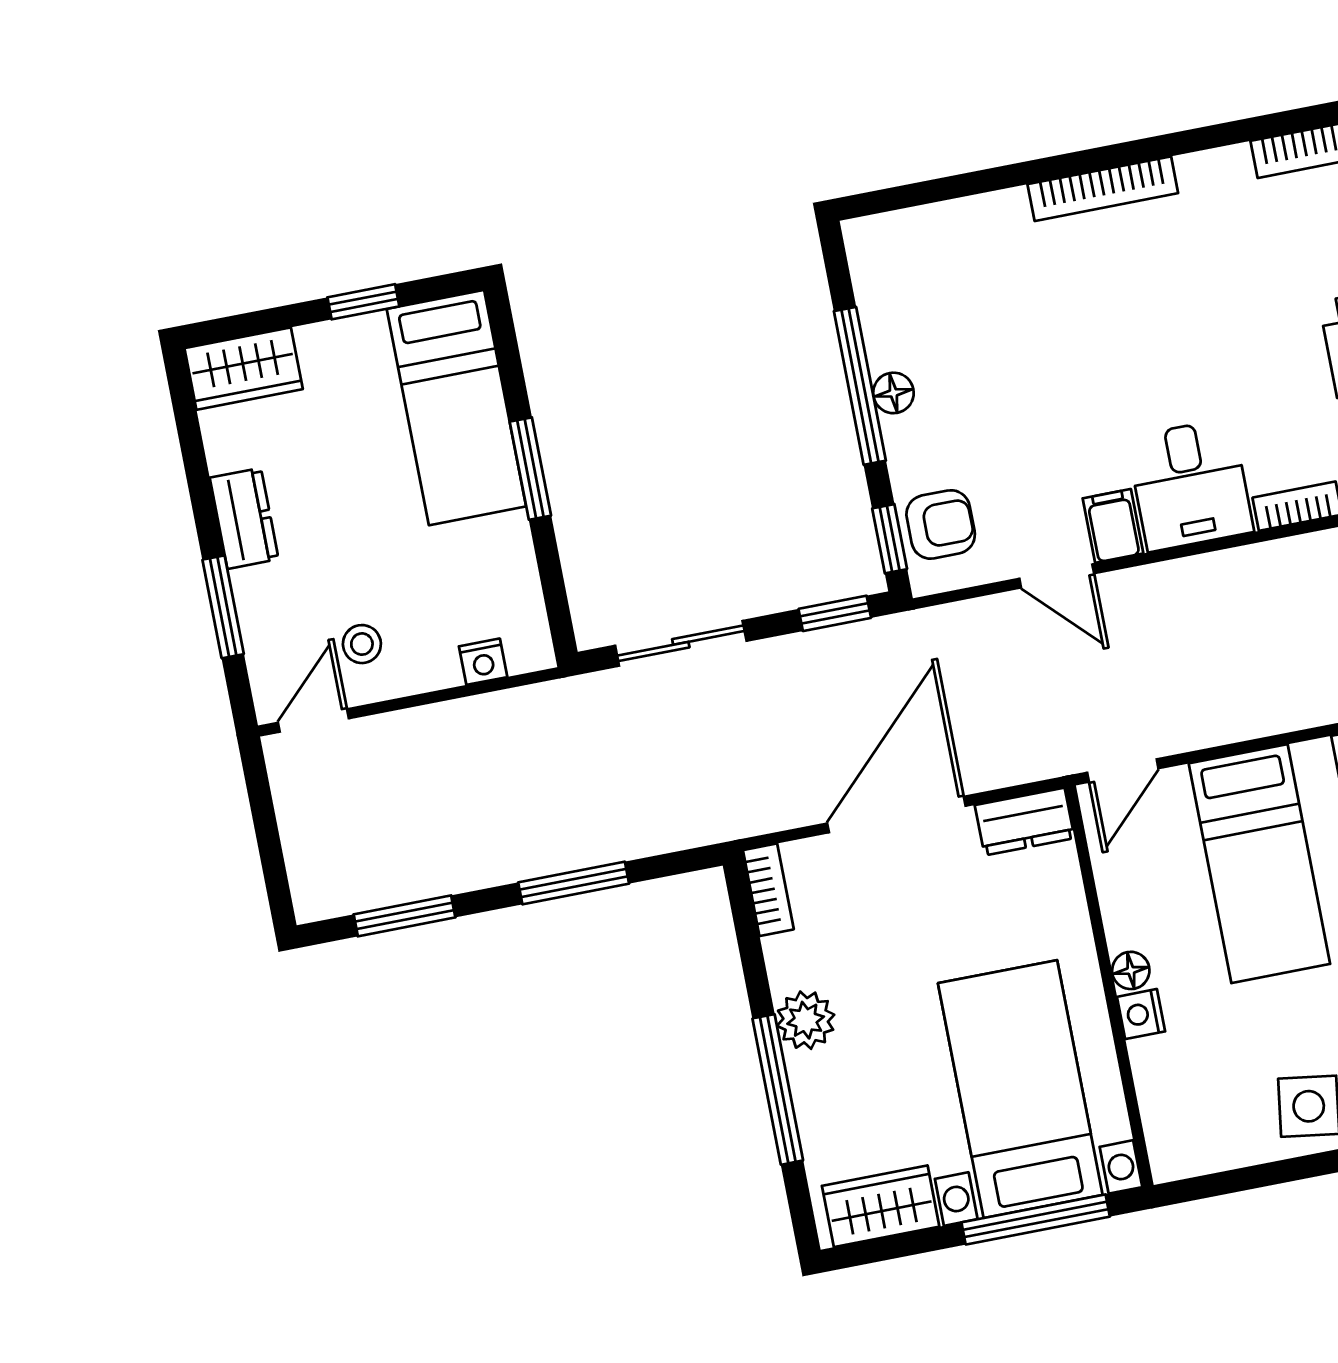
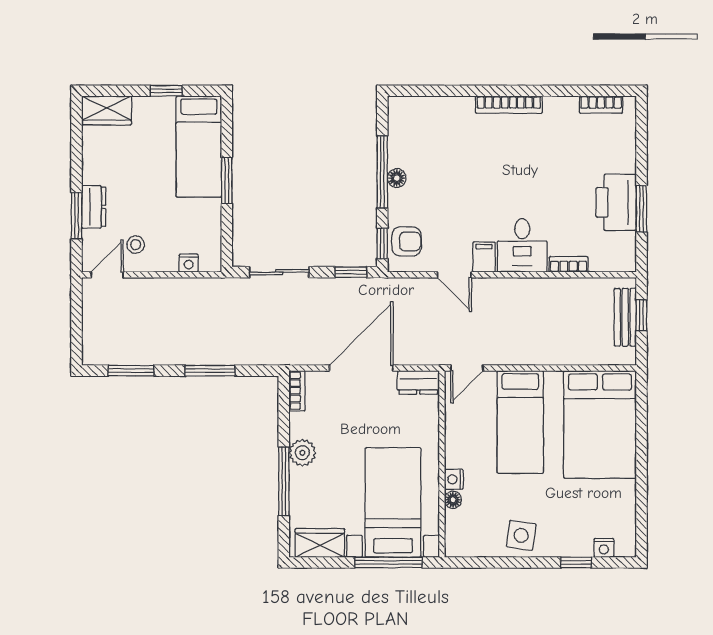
dresser: (244, 518) -> (94, 207), moved
floor lamp: (1131, 970) -> (453, 500), moved

